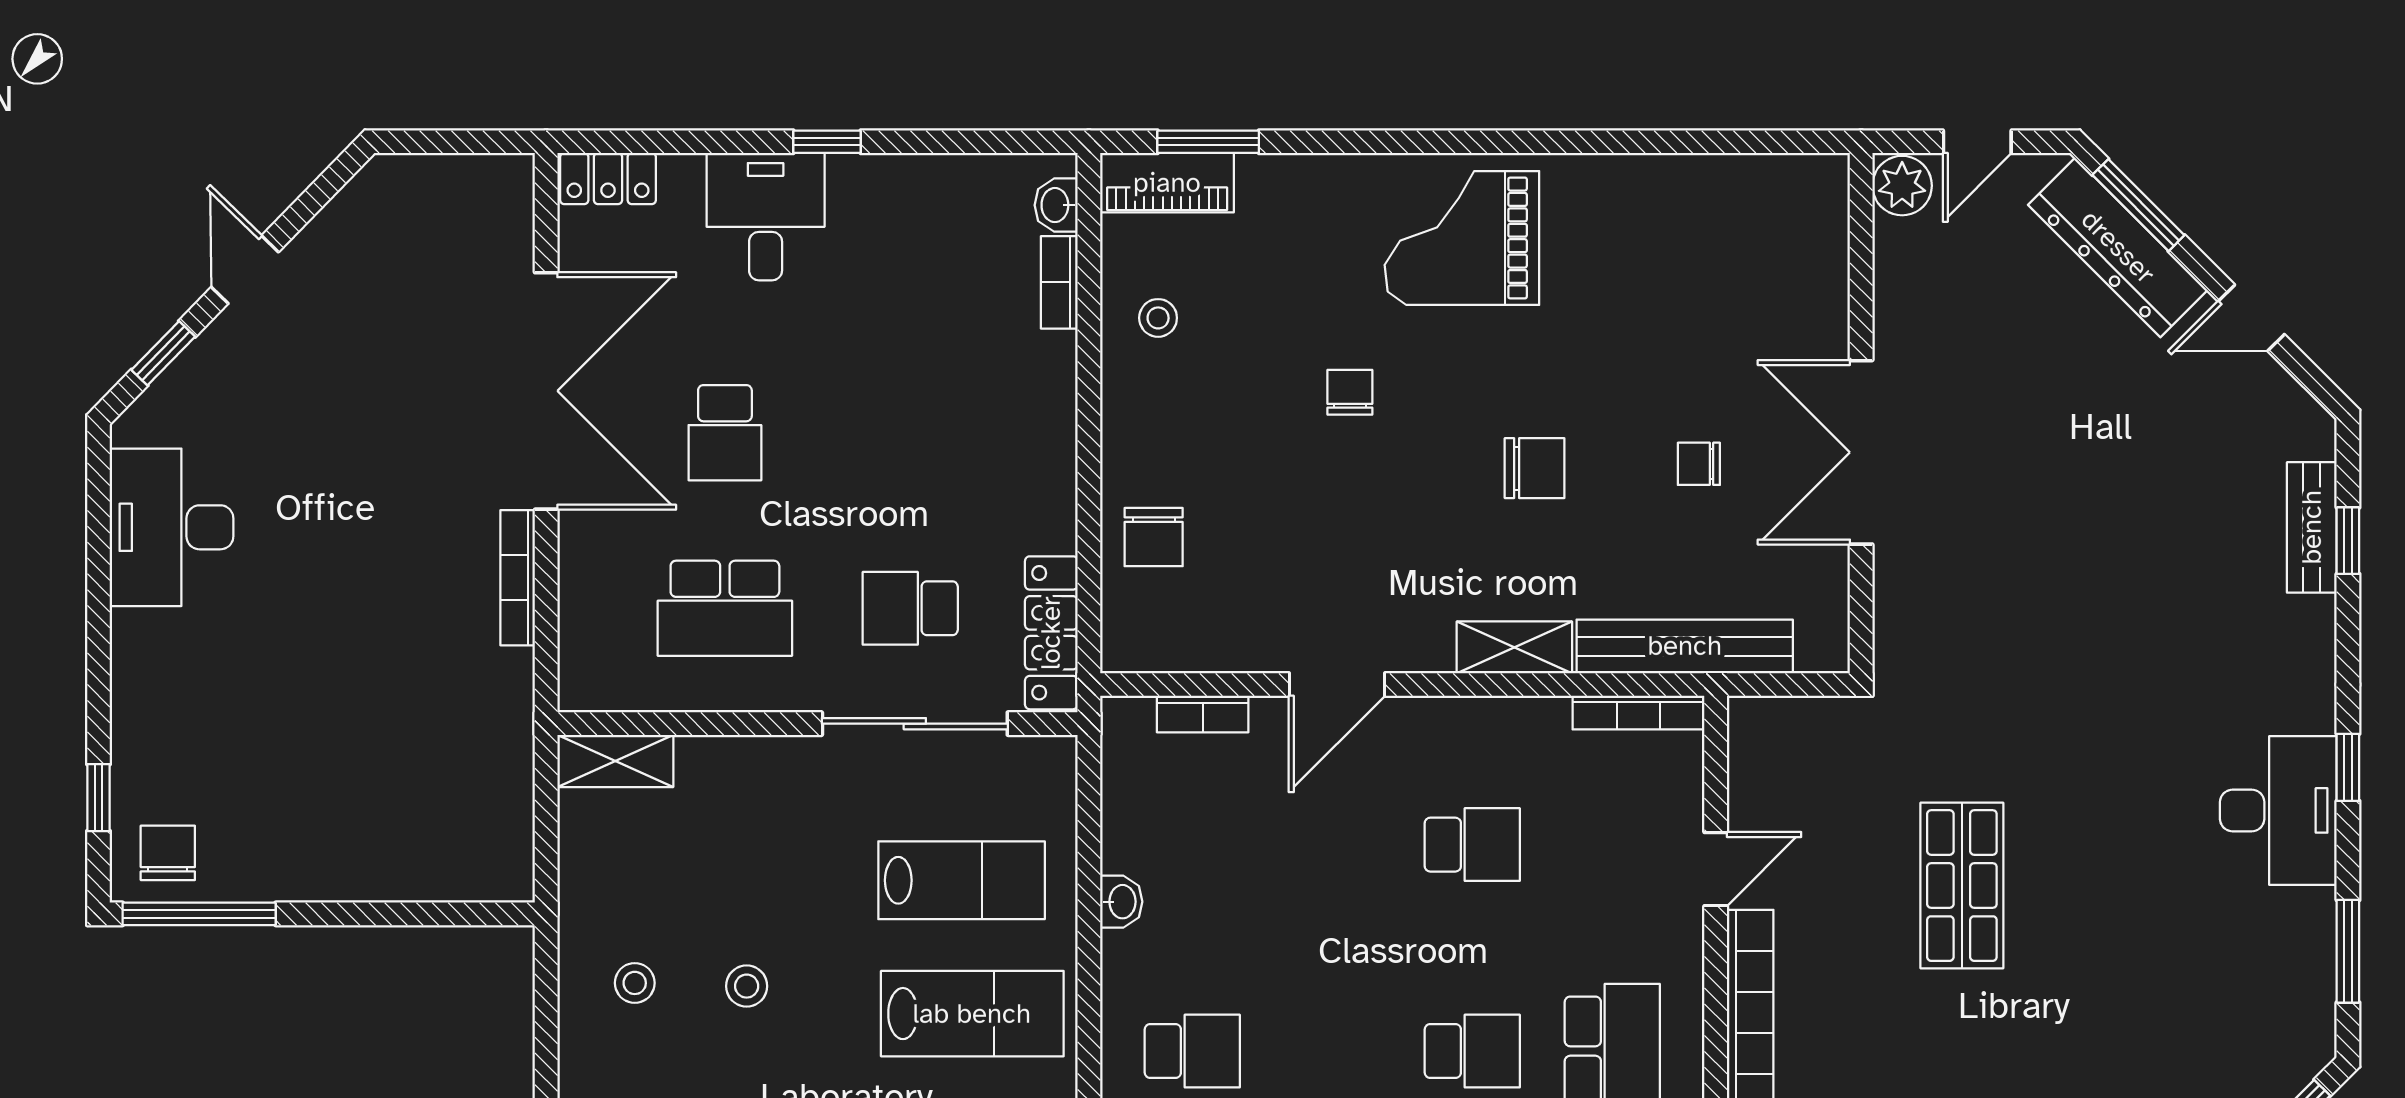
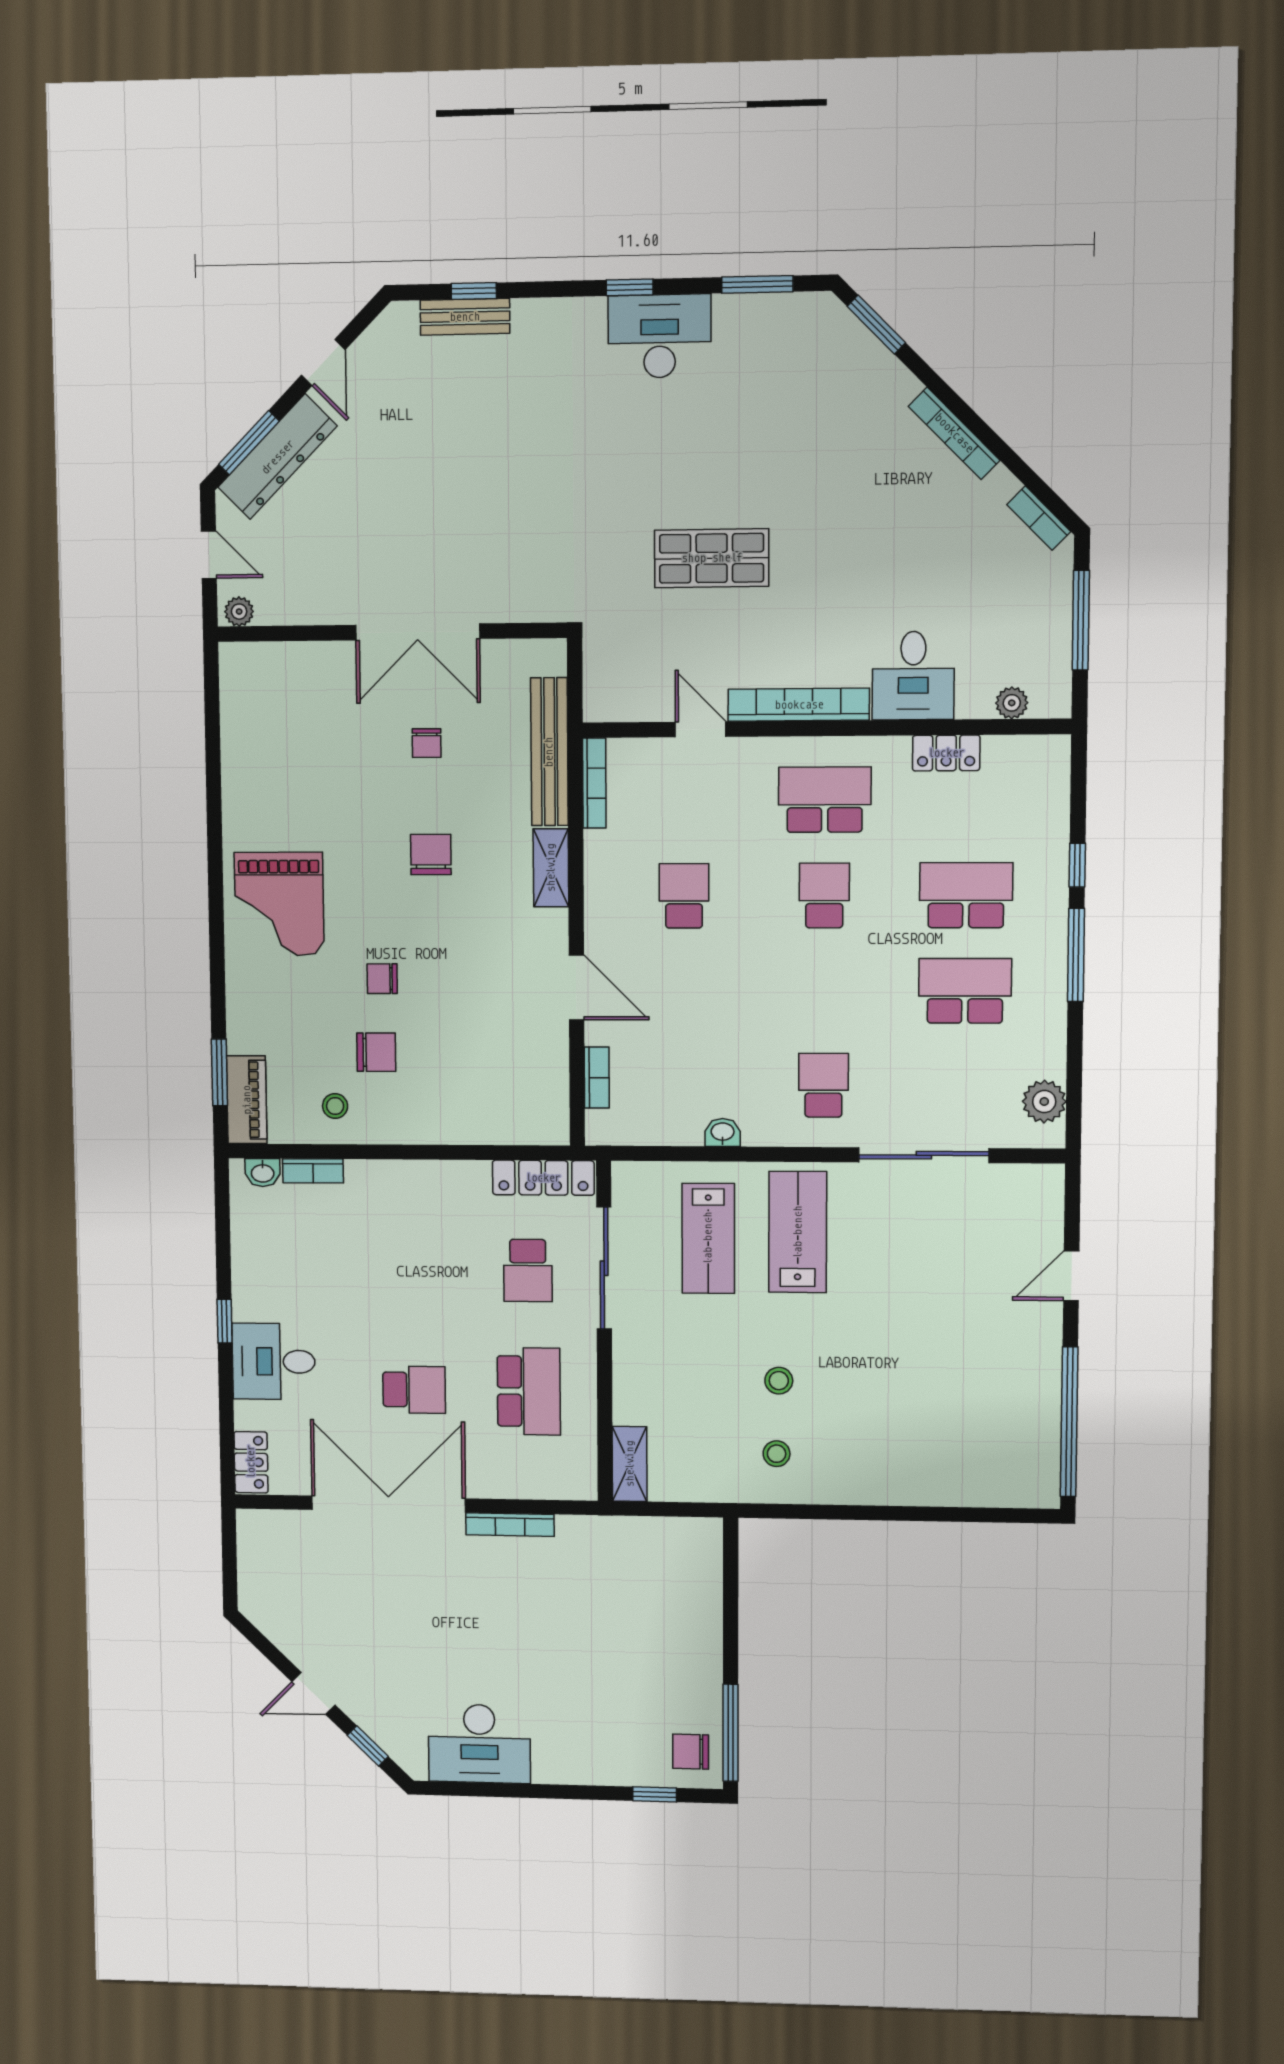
plant: (1902, 186) -> (239, 612), width x0.73, depth x0.73
chair: (1154, 537) -> (376, 1052), moved
lab bench: (962, 880) -> (708, 1238), turned 180

